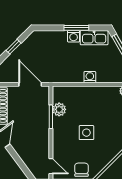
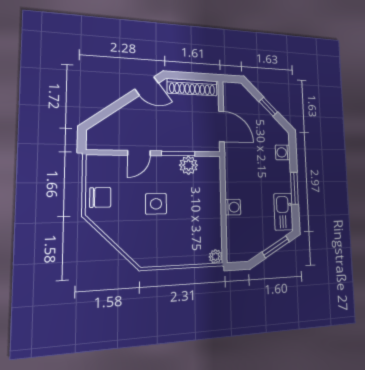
washing machine: (74, 36) -> (283, 152), moved
door: (30, 84) -> (221, 126), hinge flipped
door: (51, 166) -> (139, 153), moved

